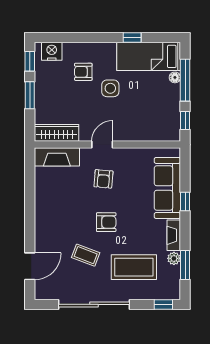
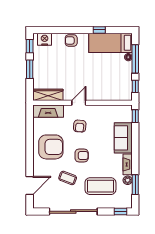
armchair: (83, 72) -> (71, 40), moved
side table: (110, 88) -> (84, 64), removed
sofa: (167, 188) -> (123, 138), width x0.73
window: (185, 202) -> (135, 116), moved
armchair: (61, 210) -> (51, 147), added

